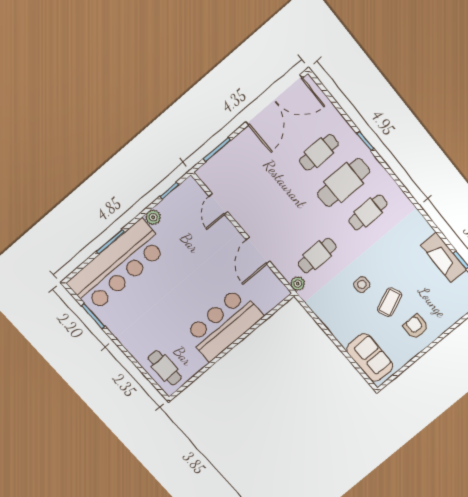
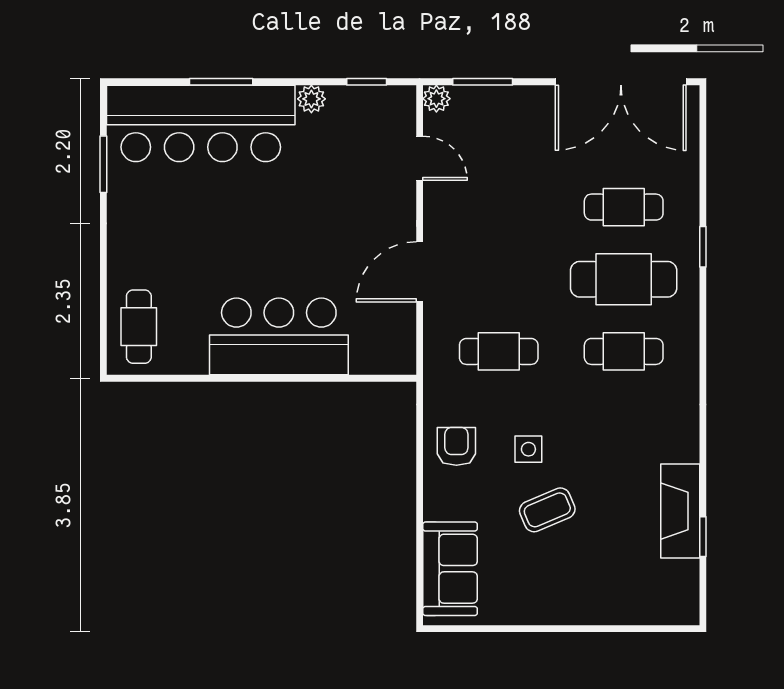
door: (218, 204) -> (420, 158), swing flipped
plant: (298, 284) -> (436, 99), moved
armchair: (416, 327) -> (456, 446), moved

